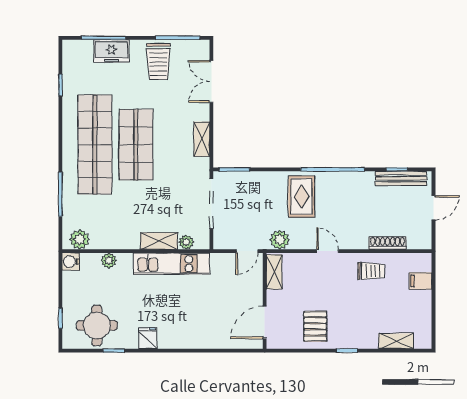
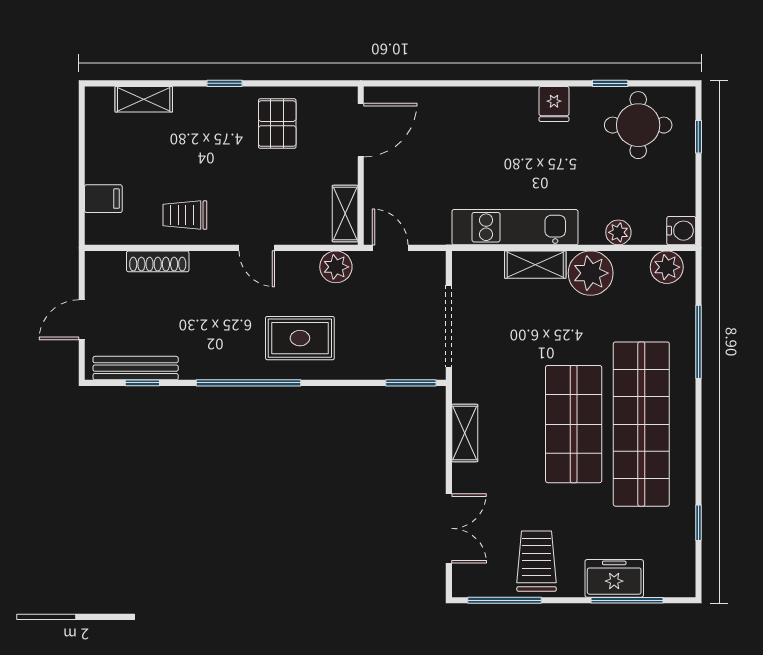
rug: (301, 197) -> (300, 338), turned 90
plant: (186, 242) -> (591, 273), moved, width x1.88, depth x1.88
door: (247, 251) -> (390, 248), hinge flipped

